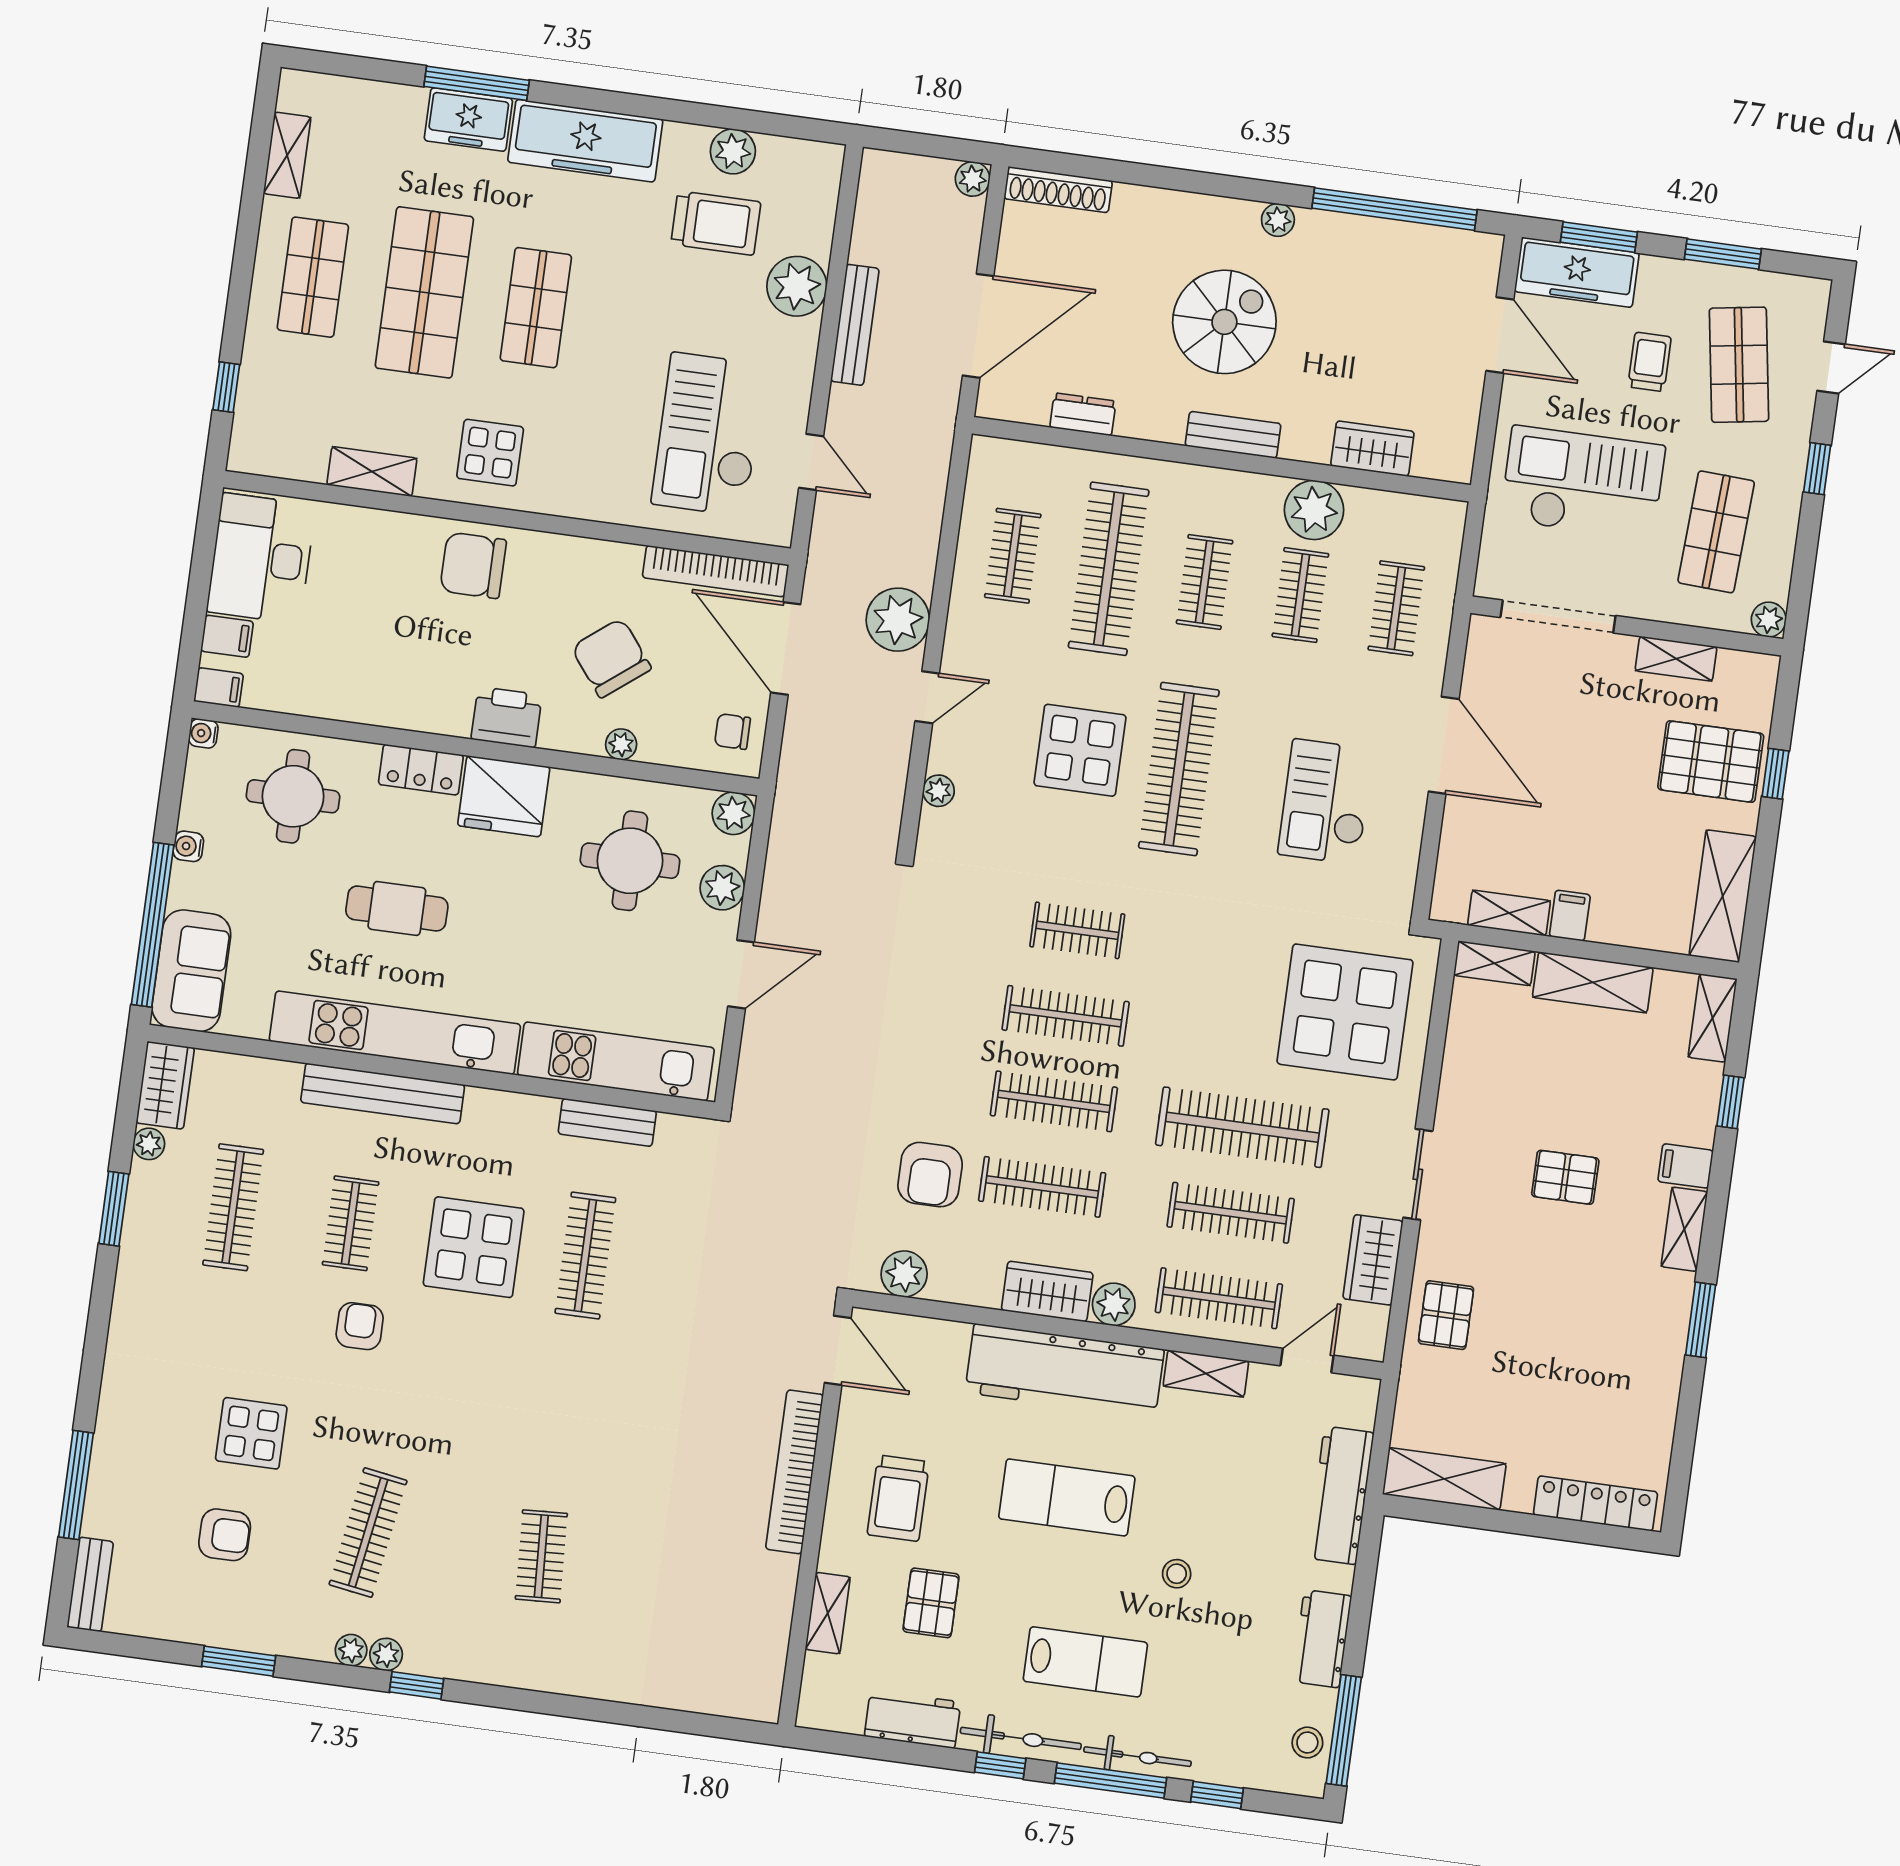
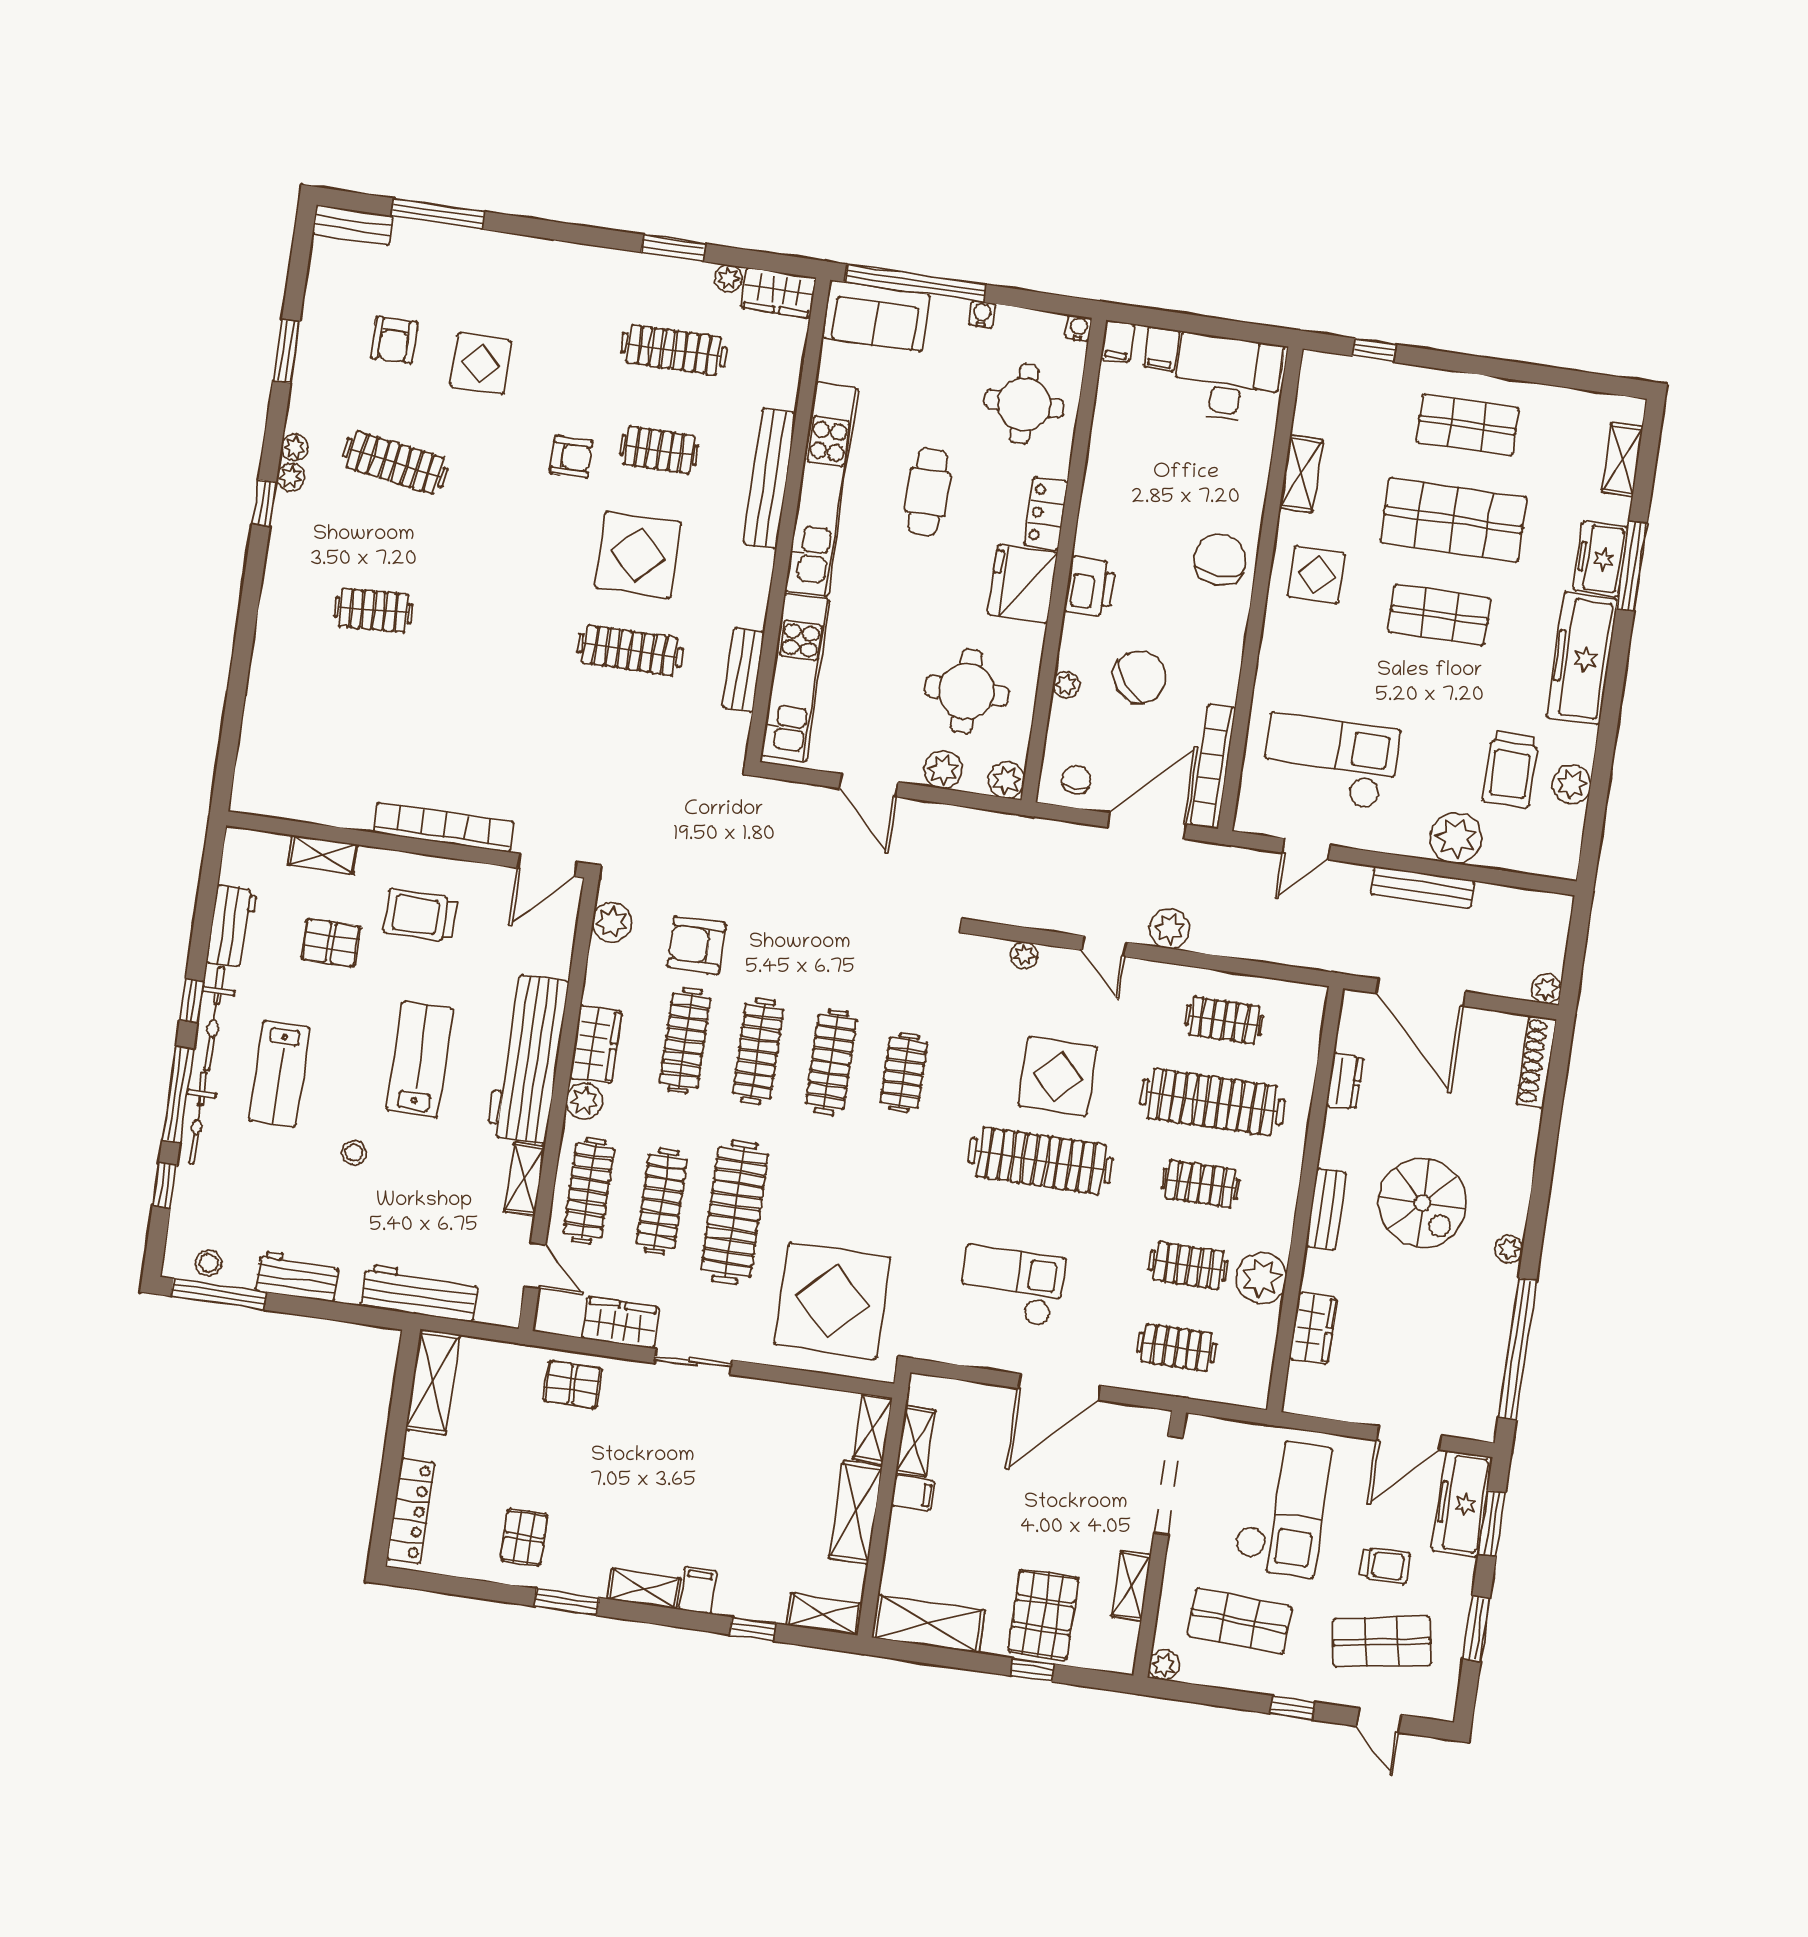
shelving: (287, 155) -> (1622, 459), moved, turned 90
plant: (898, 620) -> (1170, 929), width x0.73, depth x0.73
pallet: (1565, 1177) -> (524, 1537), moved

